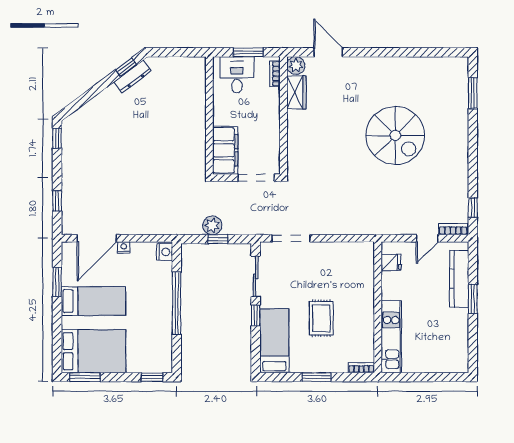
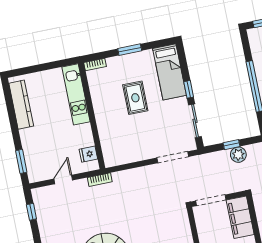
bookcase: (453, 229) -> (100, 180), moved
kitchen counter: (459, 279) -> (21, 105), moved
window: (473, 299) -> (21, 161), moved

